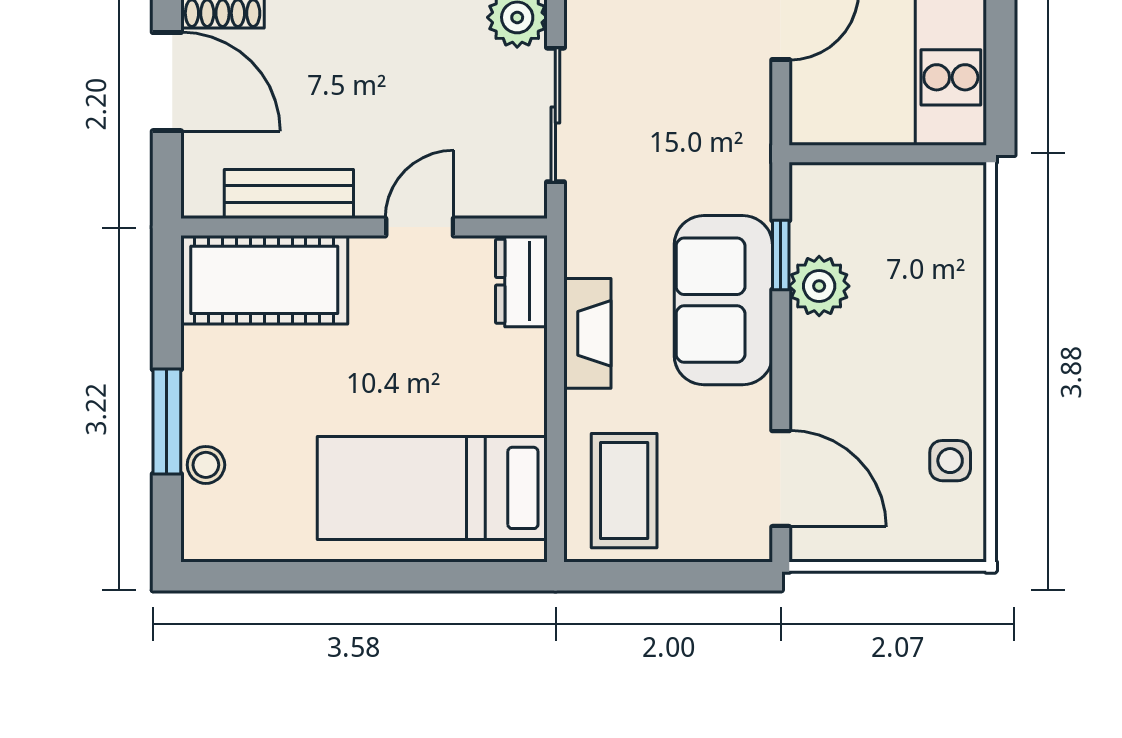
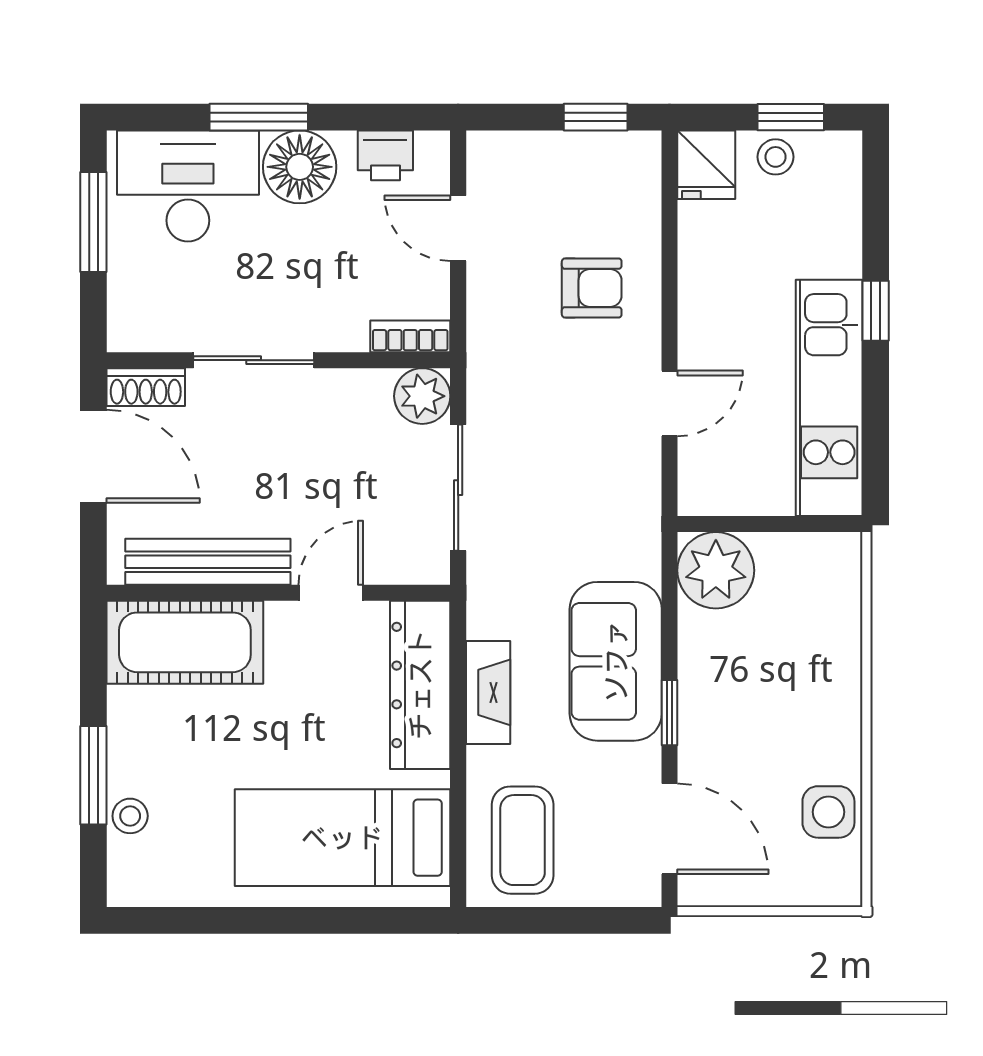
bench: (289, 194) -> (208, 562), width x1.36
window: (781, 255) -> (670, 713), moved
dresser: (521, 281) -> (420, 685), width x1.96, depth x1.24
plant: (819, 286) -> (716, 570), moved, width x1.36, depth x1.36
side table: (950, 461) -> (828, 812), width x1.37, depth x1.37

